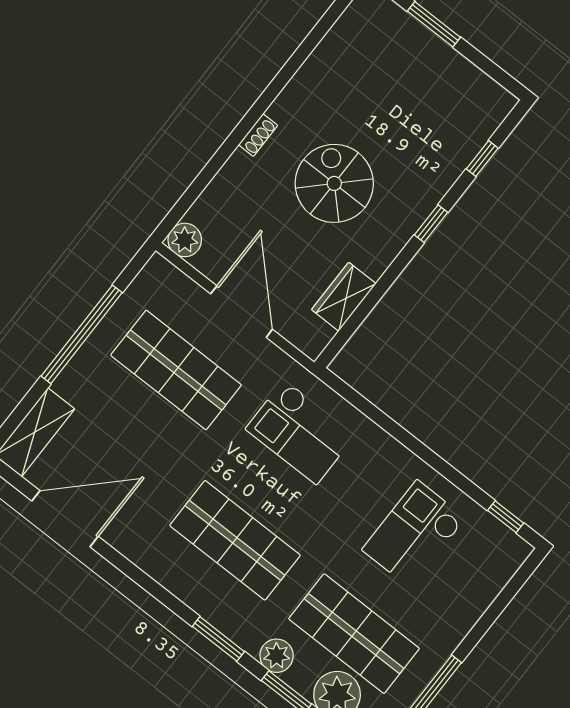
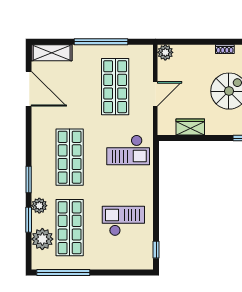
door: (242, 312) -> (155, 94), width x0.73
checkout: (300, 432) -> (128, 150), turned -90

